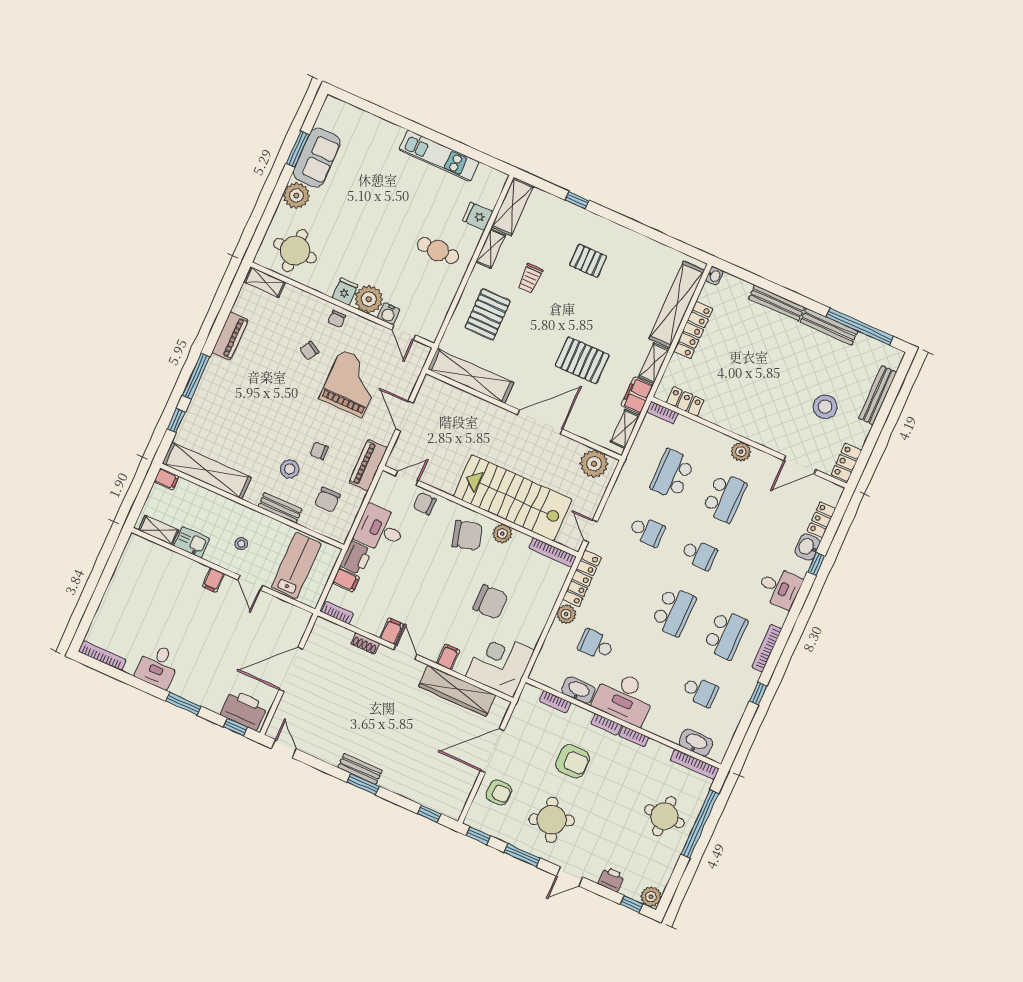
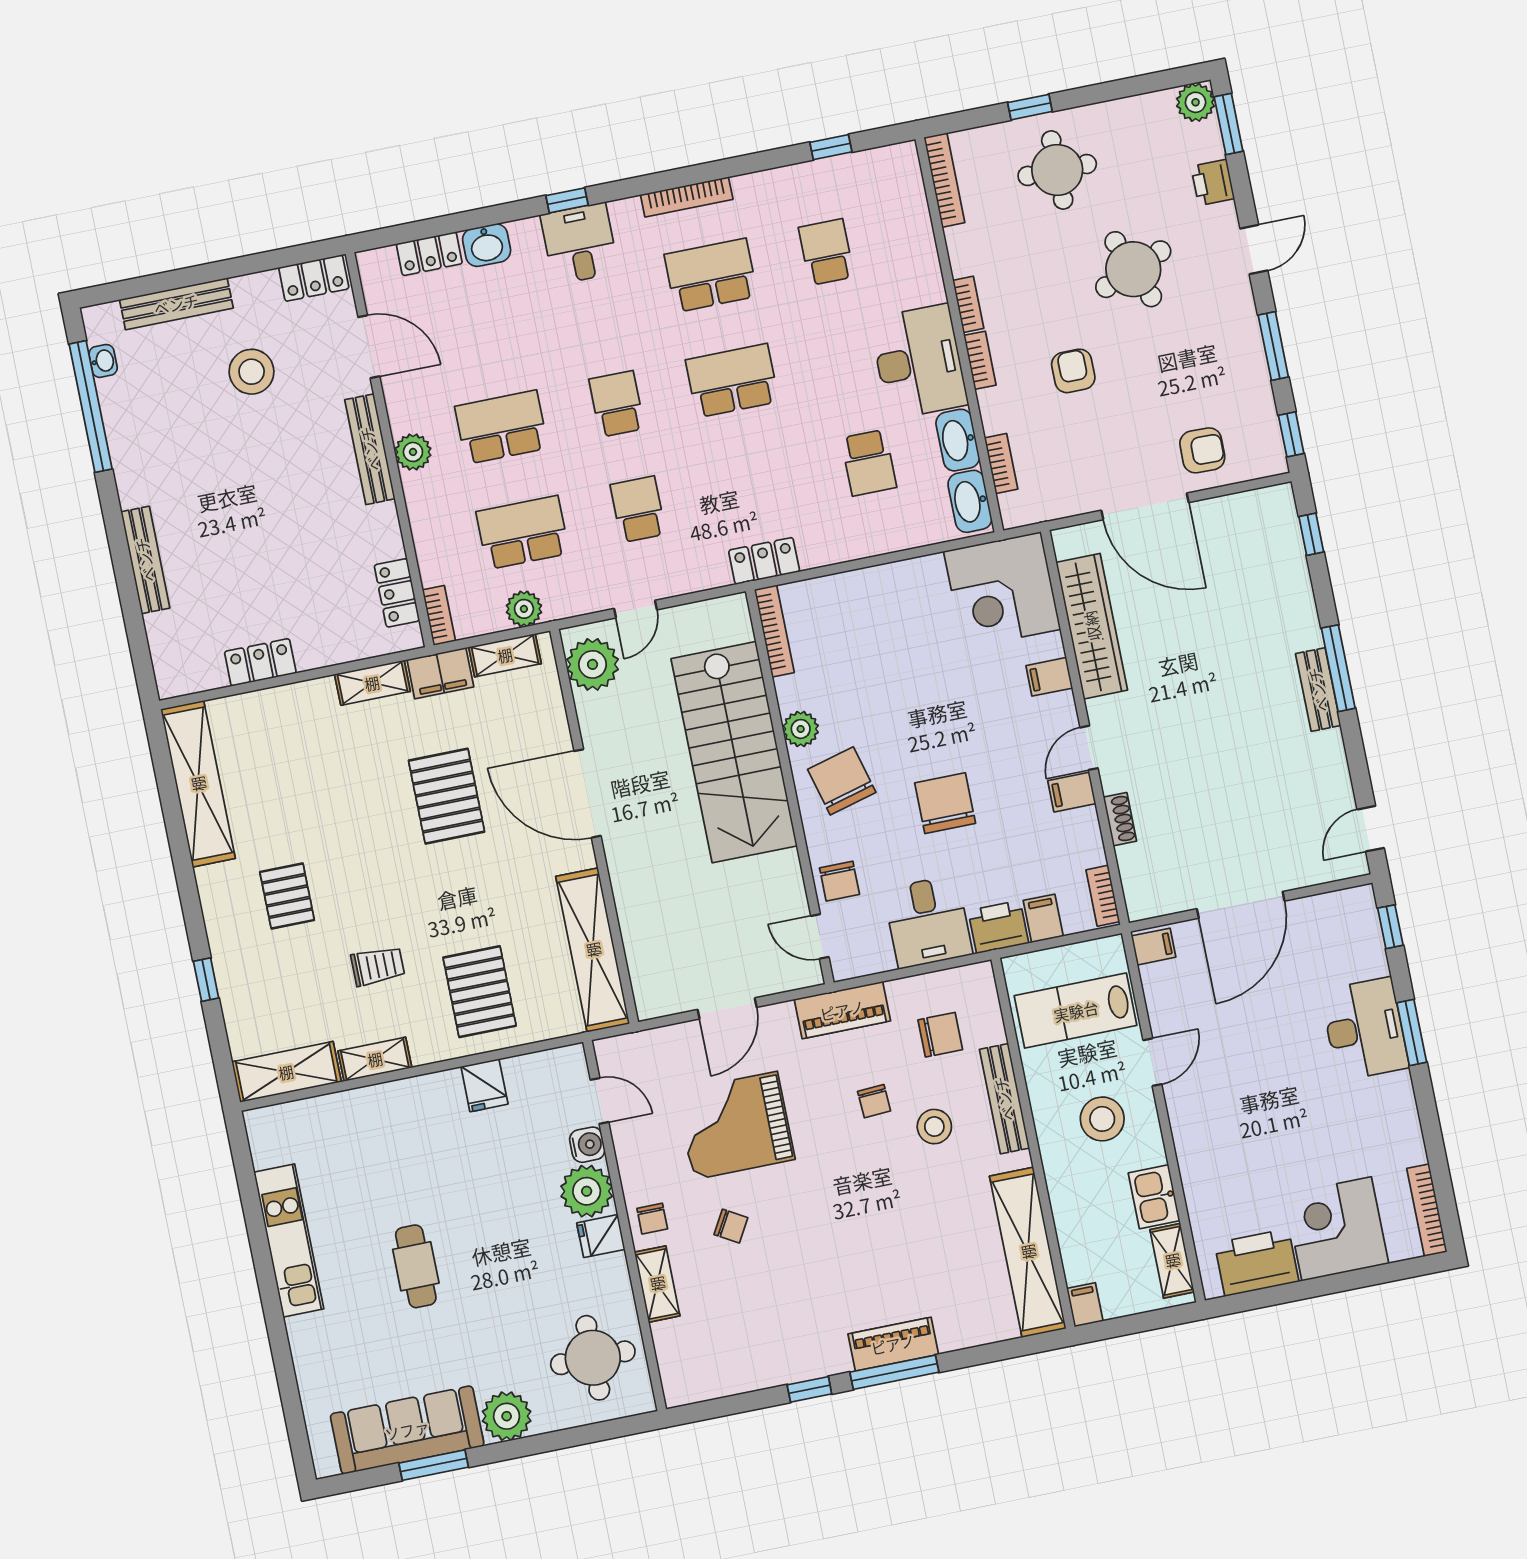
sofa: (317, 158) -> (407, 1430), width x1.36
fridge: (478, 216) -> (484, 1085), moved
cafe table: (438, 251) -> (416, 1266), moved
washbasin: (714, 276) -> (103, 361), moved, turned 90
shelving: (265, 282) -> (657, 1284), moved
shelving: (677, 304) -> (198, 784), moved, turned 90
pallet: (488, 314) -> (480, 992), turned 90
chair: (337, 319) -> (652, 1219), turned 90
bench: (829, 327) -> (370, 449), moved
locker: (693, 330) -> (260, 662), width x0.66
door: (404, 332) -> (599, 1101), hinge flipped
piano: (230, 336) -> (893, 1344), moved
window: (176, 420) -> (809, 1389), moved
school desk: (672, 474) -> (523, 533), turned 180
bench: (280, 508) -> (1004, 1099), width x1.36
door: (591, 531) -> (635, 609), moved
stool: (241, 544) -> (1102, 1119), width x1.89, depth x1.89
window: (816, 564) -> (567, 200), moved
locker: (582, 578) -> (764, 561), width x0.66
filing cabinet: (213, 580) -> (1154, 947), moved
chair: (490, 602) -> (945, 803), moved
corner desk: (122, 611) -> (1337, 1229), added
plant: (566, 614) -> (524, 609), moved
desk: (158, 666) -> (1365, 1029), moved, width x1.37
door: (291, 669) -> (1241, 905), hinge flipped
window: (758, 694) -> (831, 147), moved
printer: (244, 710) -> (1257, 1262), moved, turned 90
washbasin: (696, 743) -> (970, 501), moved
armchair: (573, 761) -> (1073, 371), width x0.72, depth x0.72
window: (363, 784) -> (1338, 668), width x1.44
armchair: (499, 793) -> (1202, 450), turned 91
round table: (552, 820) -> (1133, 269), moved
window: (700, 824) -> (1030, 107), width x0.32
door: (570, 877) -> (1254, 249), hinge flipped
window: (631, 904) -> (1229, 124), width x1.50

